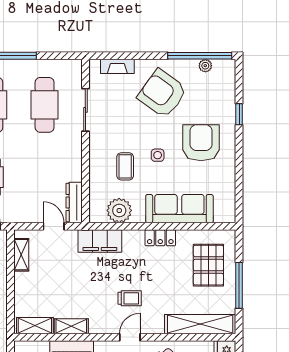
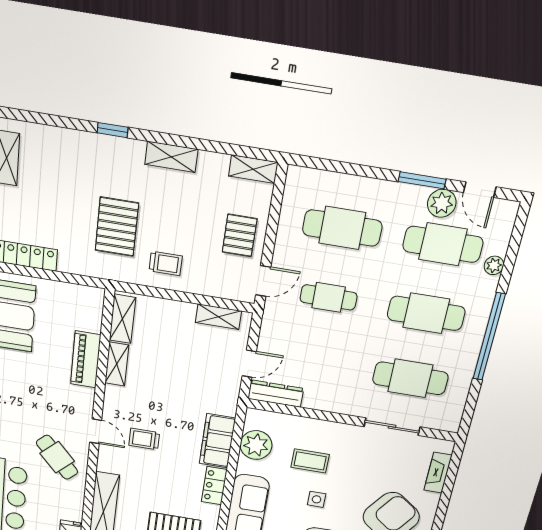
filing cabinet: (100, 241) -> (217, 441), moved
trolley: (130, 298) -> (144, 439), turned 90

